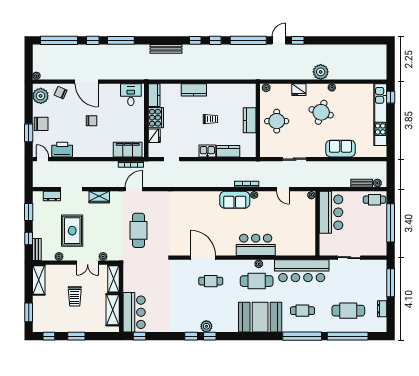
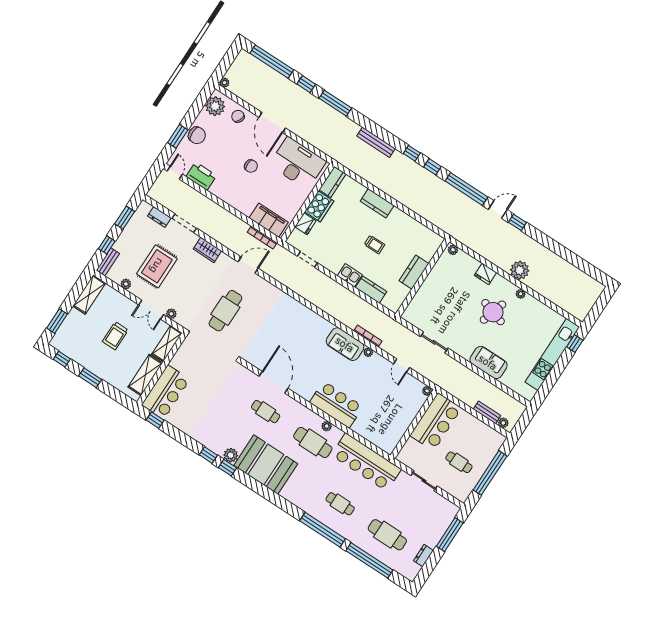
desk: (131, 95) -> (298, 163), width x1.87, depth x1.30
round table: (277, 121) -> (441, 291), removed
cafe table: (374, 200) -> (459, 462), moved
booth: (260, 317) -> (266, 465), moved

